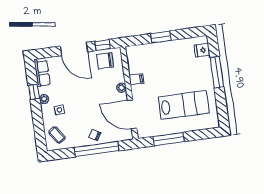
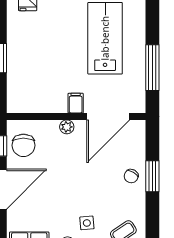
filing cabinet: (136, 79) -> (76, 103), moved
window: (97, 149) -> (152, 176), width x0.47

